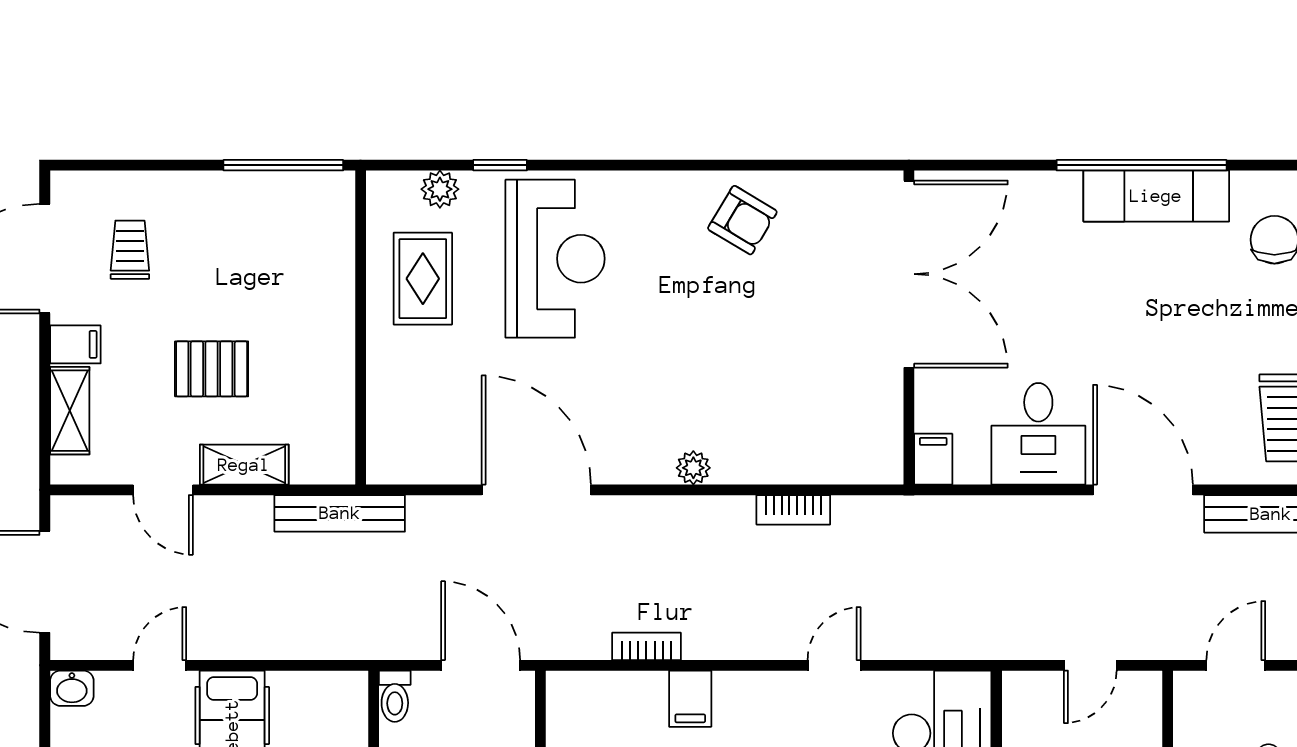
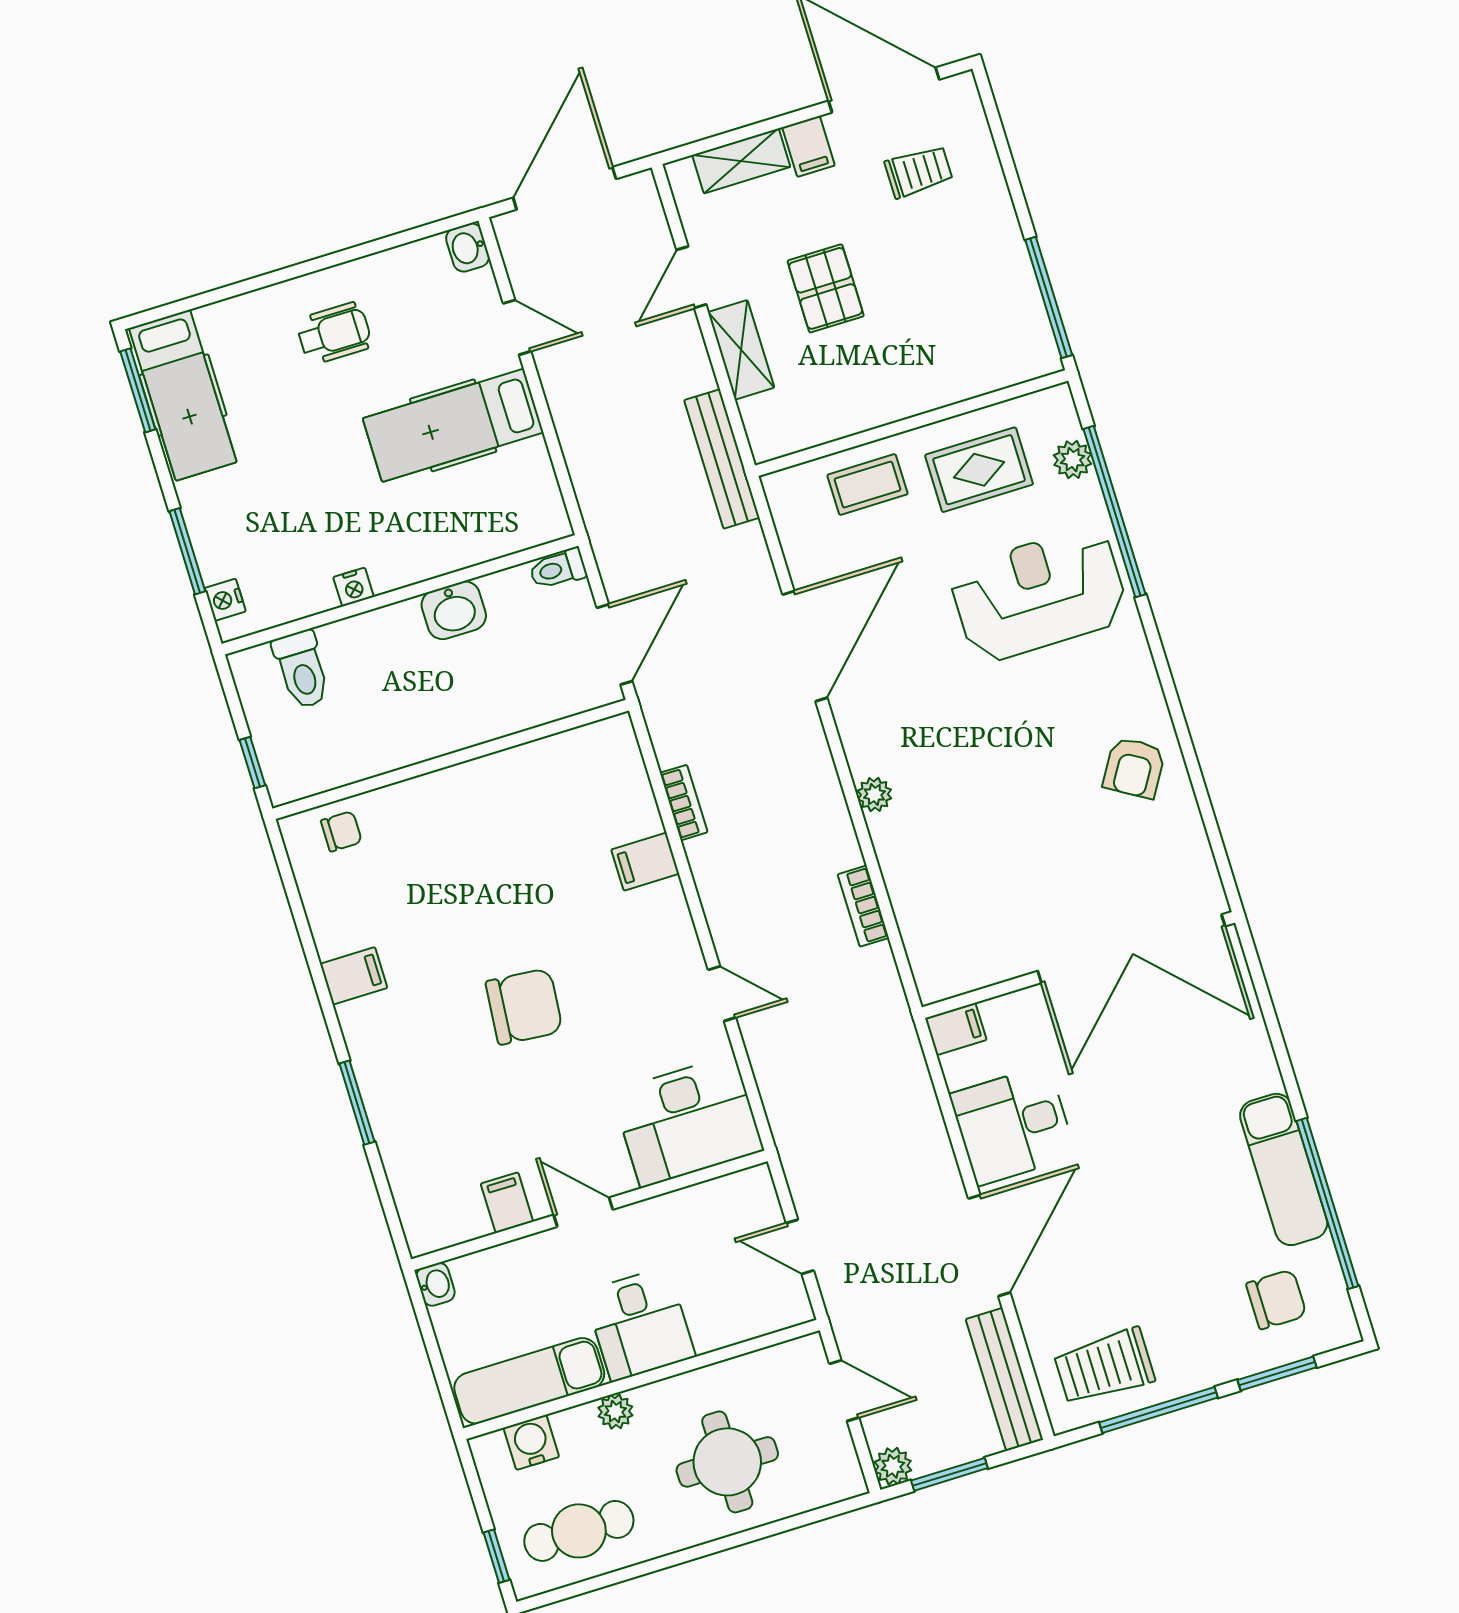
window: (500, 165) -> (1115, 512), width x3.17
window: (1142, 165) -> (1327, 1203), moved
reception desk: (555, 259) -> (1039, 594), turned 180
coffee table: (405, 386) -> (867, 485), added

